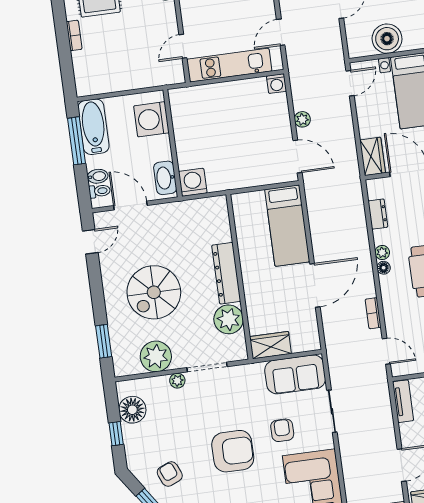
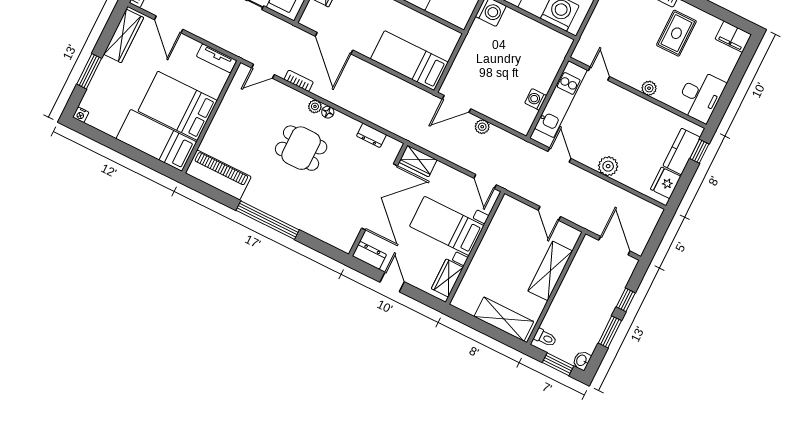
boiler: (387, 39) -> (500, 232), removed
washing machine: (277, 84) -> (536, 99), moved
plant: (382, 252) -> (315, 106), moved
door: (315, 285) -> (334, 43), moved

